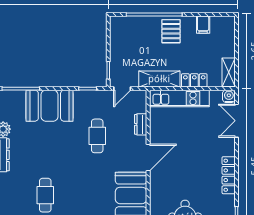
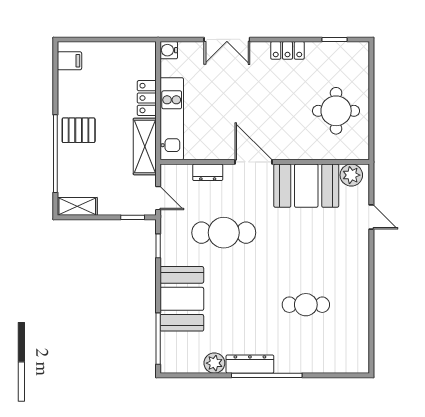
filing cabinet: (203, 25) -> (69, 61), moved
shelving: (229, 72) -> (77, 206), moved
double door: (237, 121) -> (227, 39), moved
cafe table: (97, 136) -> (224, 233), width x1.37, depth x1.35
locker: (229, 175) -> (288, 50), width x0.66

